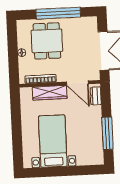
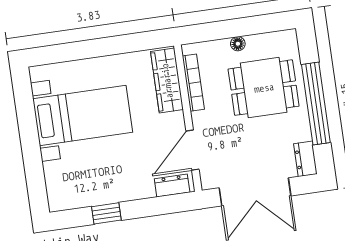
dresser: (88, 22) -> (305, 159), added
wardrobe: (50, 93) -> (167, 81), moved
window: (107, 133) -> (106, 213), width x0.46

